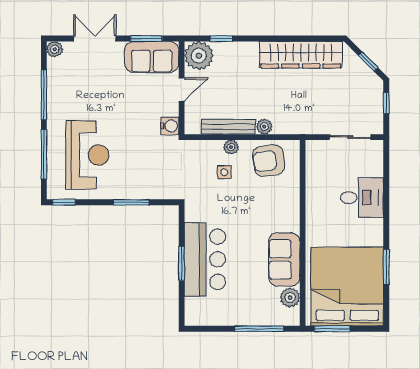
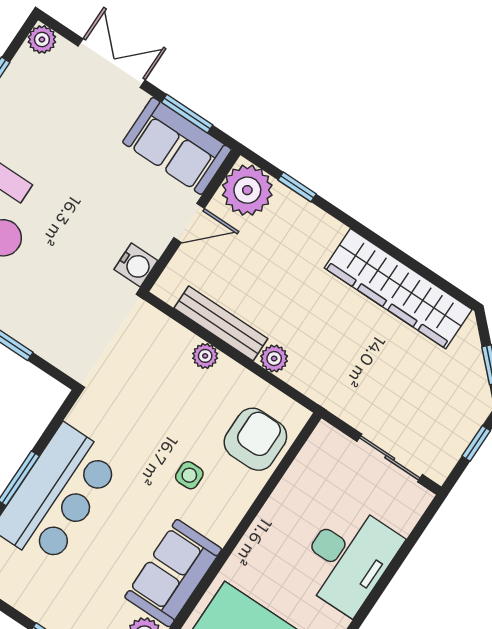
armchair: (269, 161) -> (255, 439), moved, turned 98
side table: (224, 172) -> (189, 475), moved
desk: (362, 198) -> (348, 558), width x1.37

